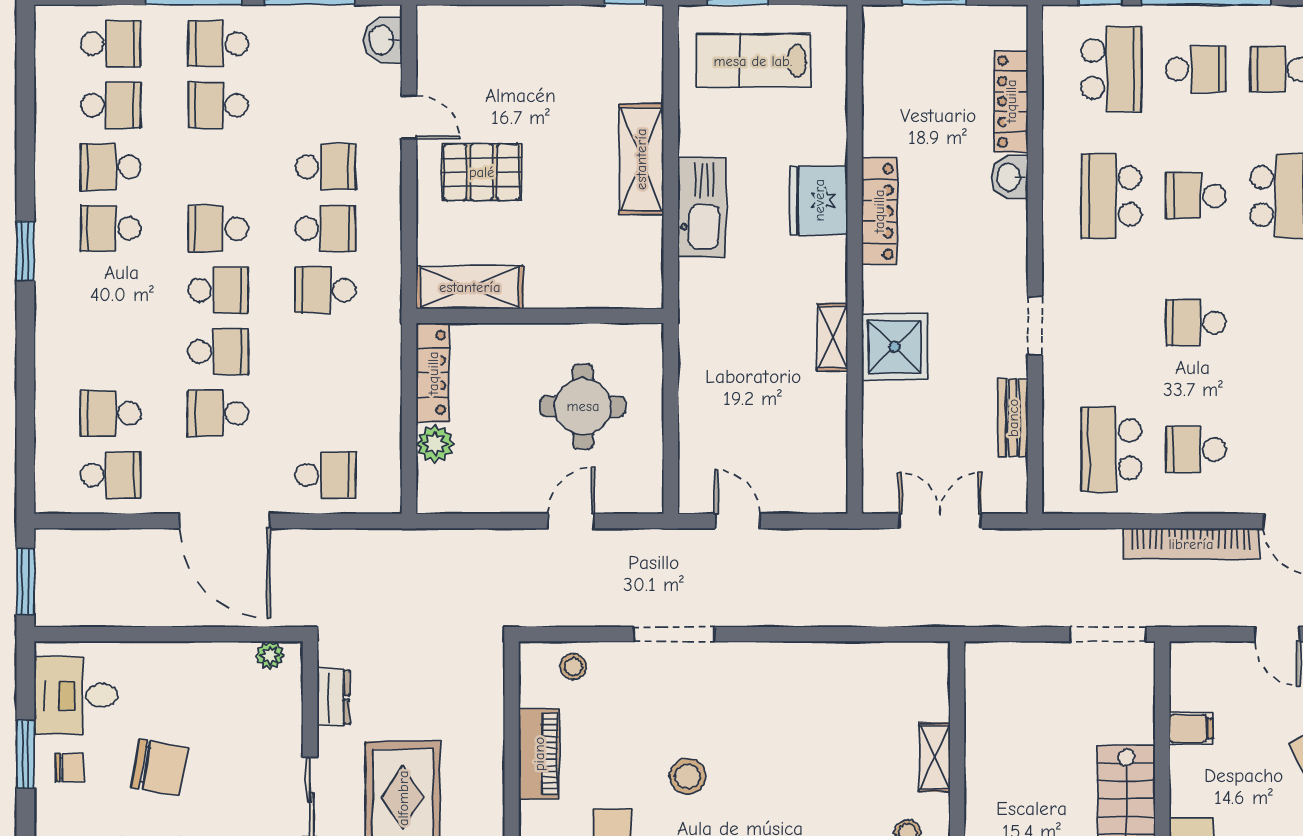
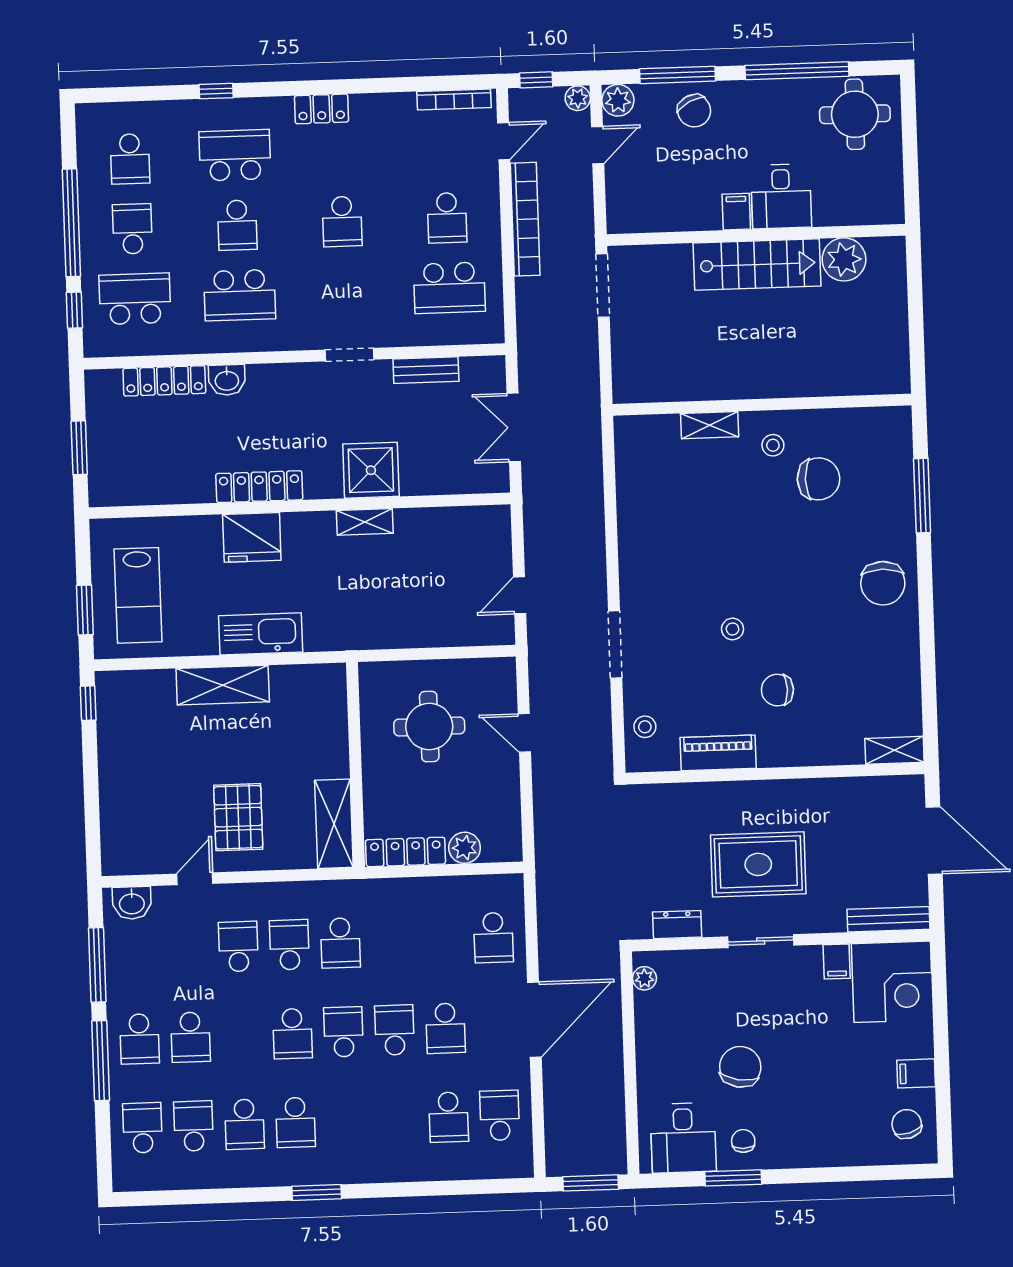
school desk: (325, 475) -> (493, 938), turned 180
filing cabinet: (1191, 728) -> (736, 212), moved
stool: (688, 776) -> (733, 629), width x0.73, depth x0.73

